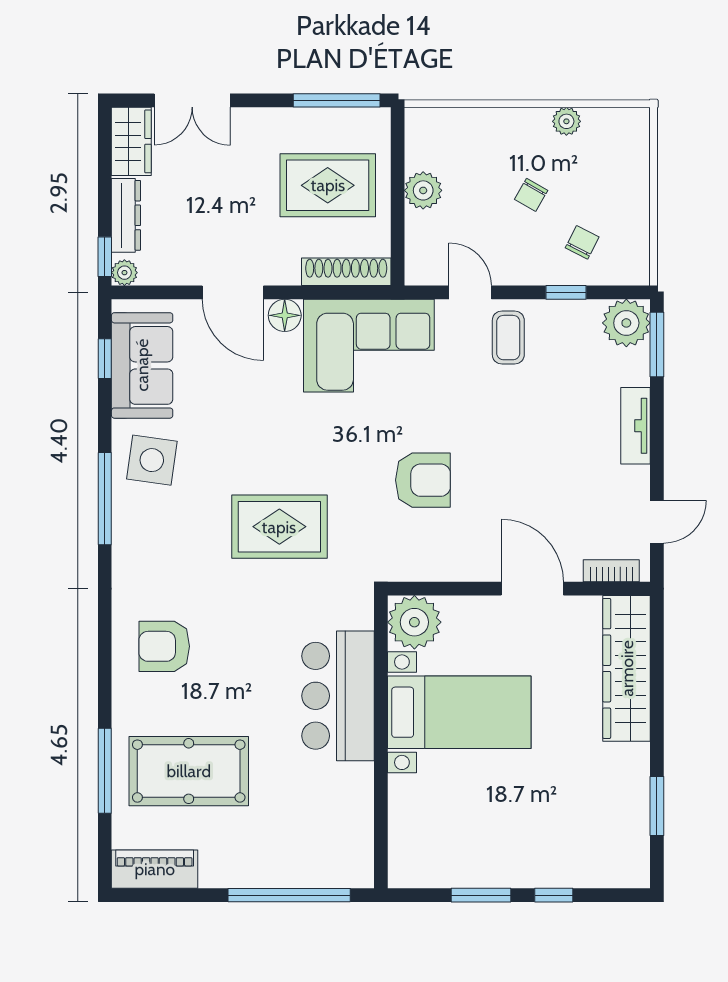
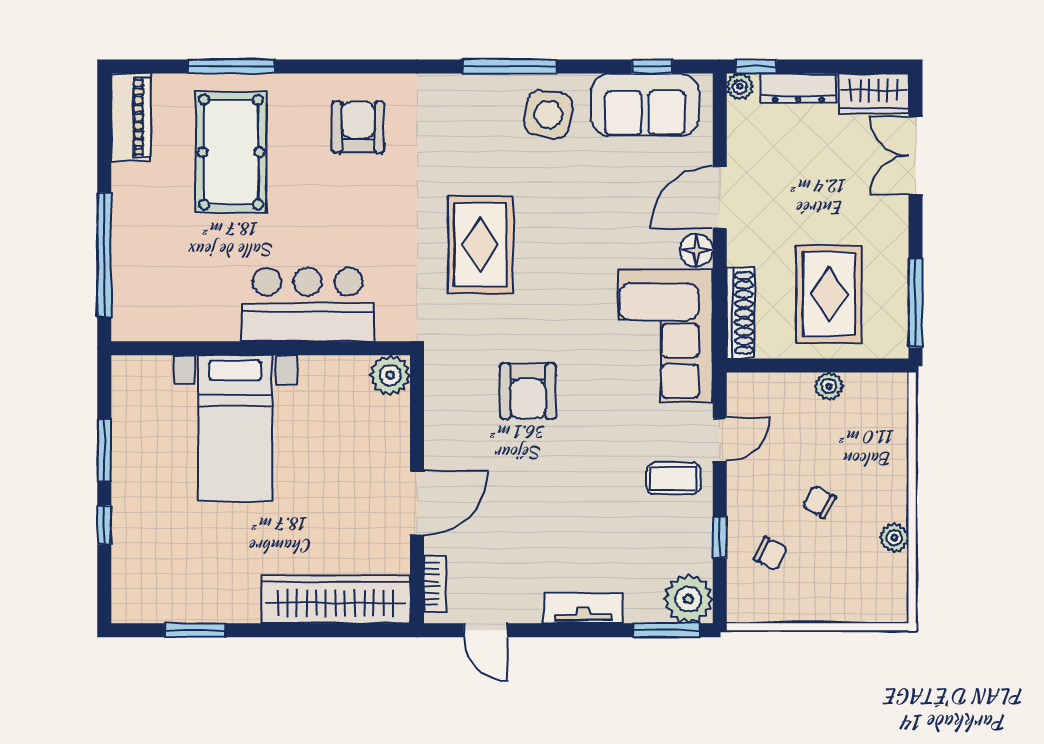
plant: (423, 190) -> (829, 386), width x0.73, depth x0.73
plant: (414, 622) -> (390, 375), width x0.73, depth x0.73
bed with nightstands: (459, 712) -> (235, 428), moved

